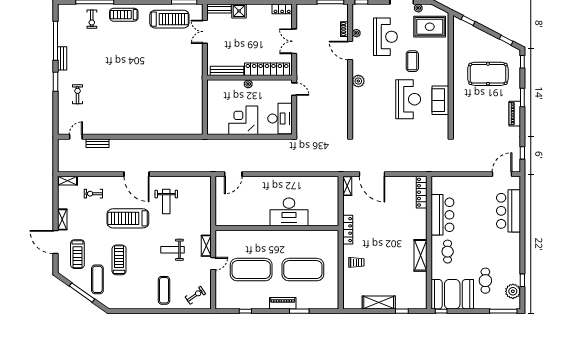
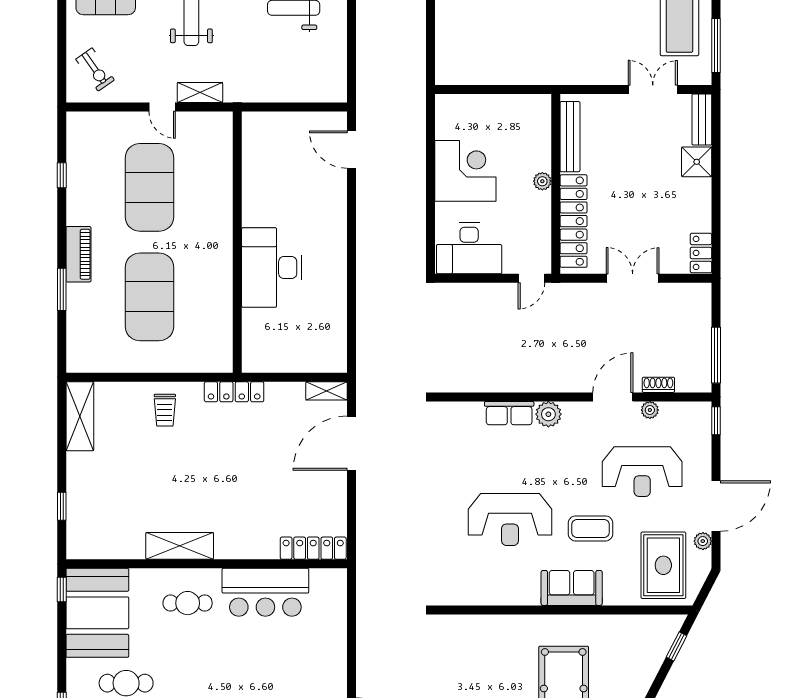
row of seats: (358, 100) -> (509, 413), added
sofa: (440, 100) -> (572, 588), moved
shelving: (379, 302) -> (80, 416), moved

